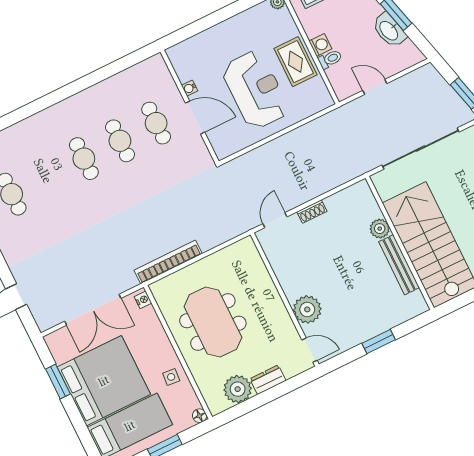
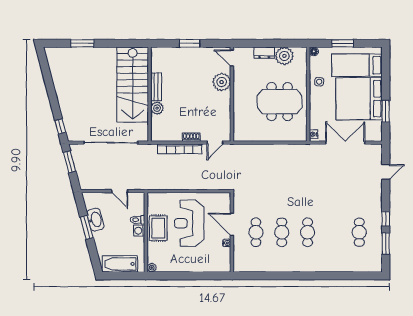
bookcase: (168, 262) -> (180, 149), moved
bench: (399, 265) -> (156, 87), width x0.73
meeting table: (213, 322) -> (280, 102), turned 90

